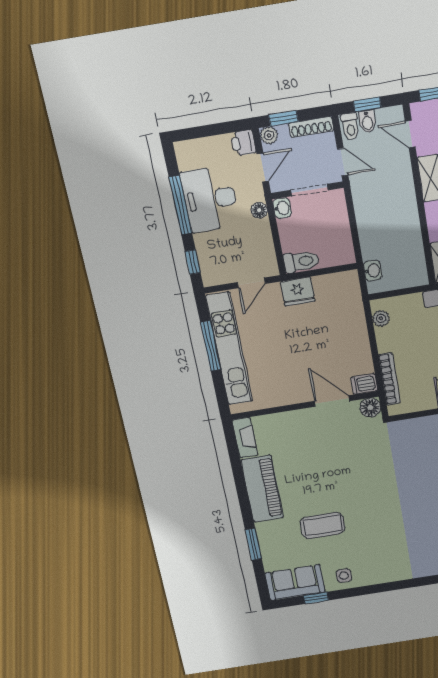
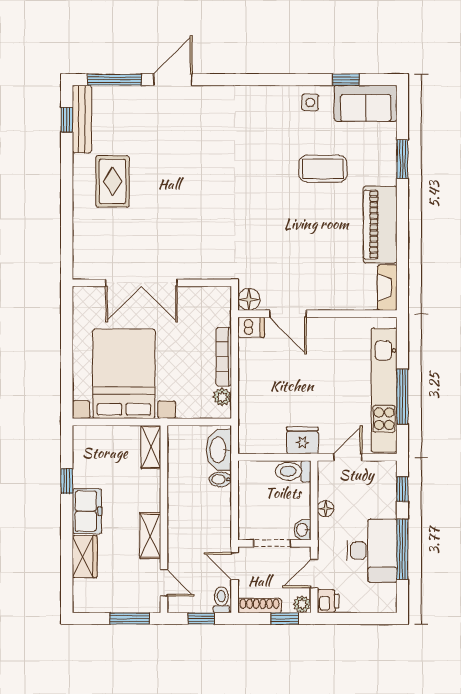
bidet: (367, 121) -> (220, 479), moved, turned -90
floor lamp: (259, 210) -> (326, 509), moved
washbasin: (373, 271) -> (219, 450), width x1.91, depth x1.45
bookcase: (389, 379) -> (224, 357), moved

